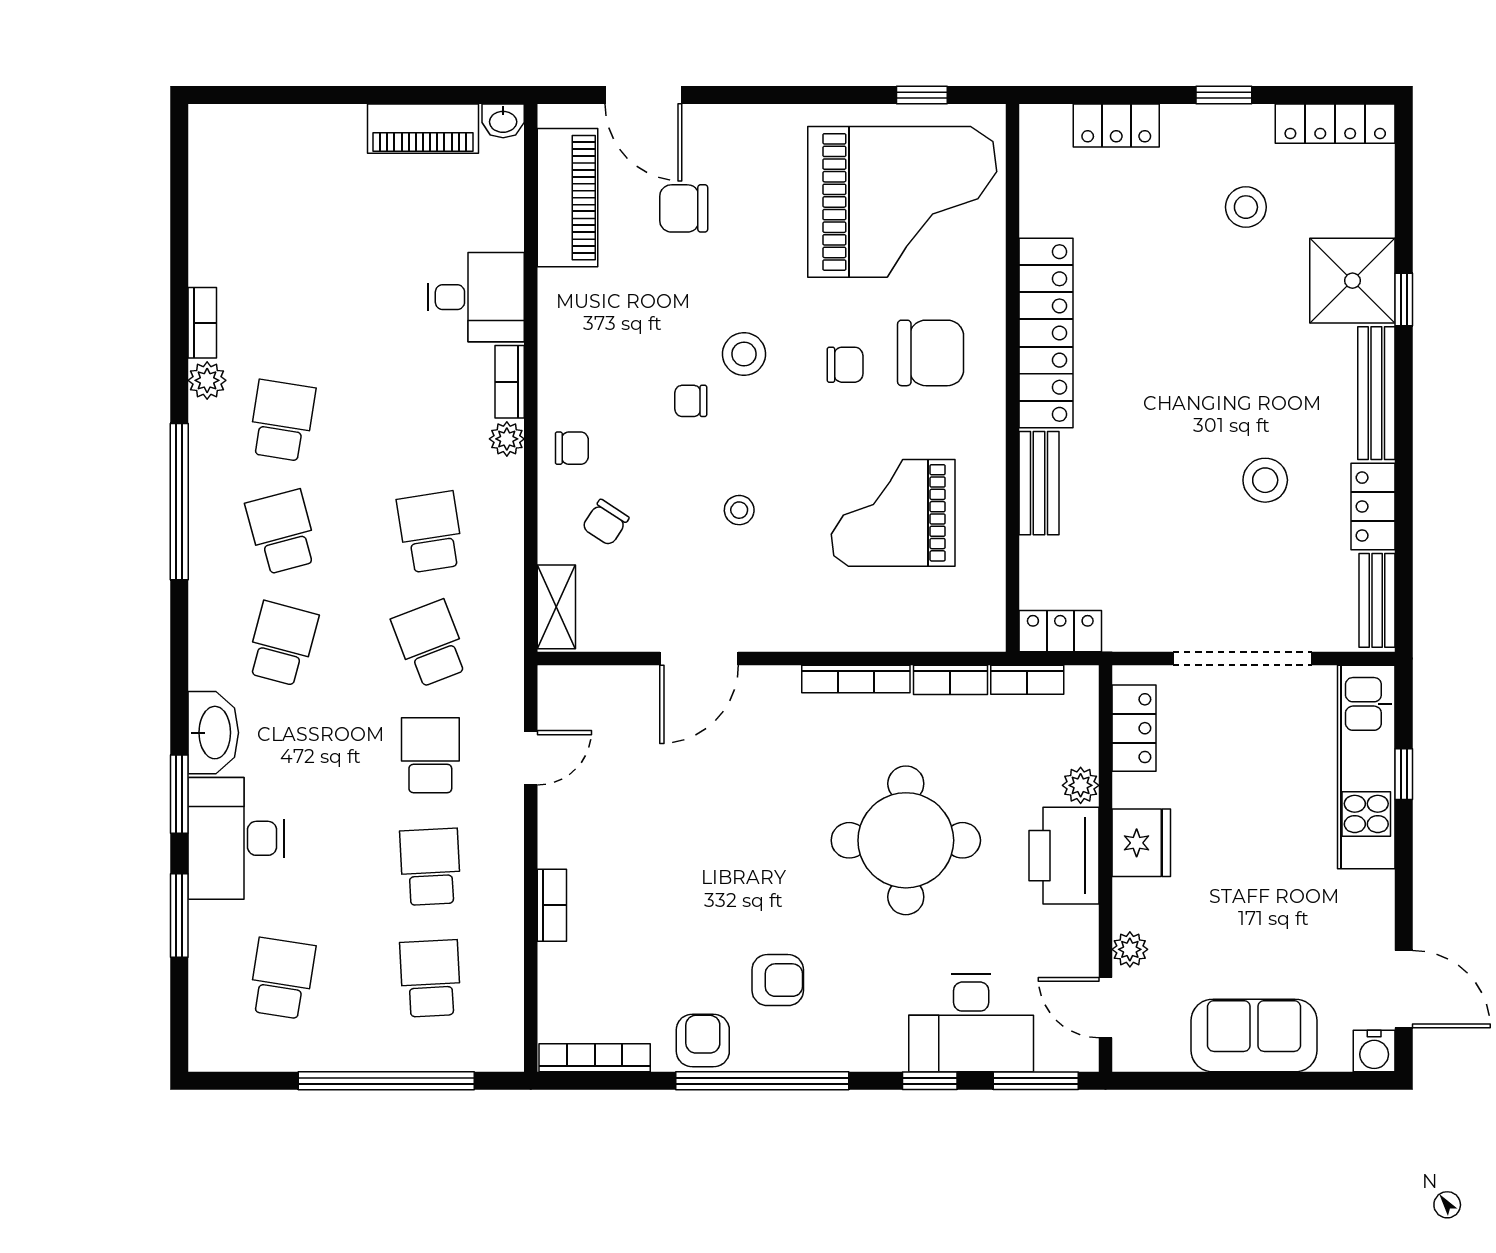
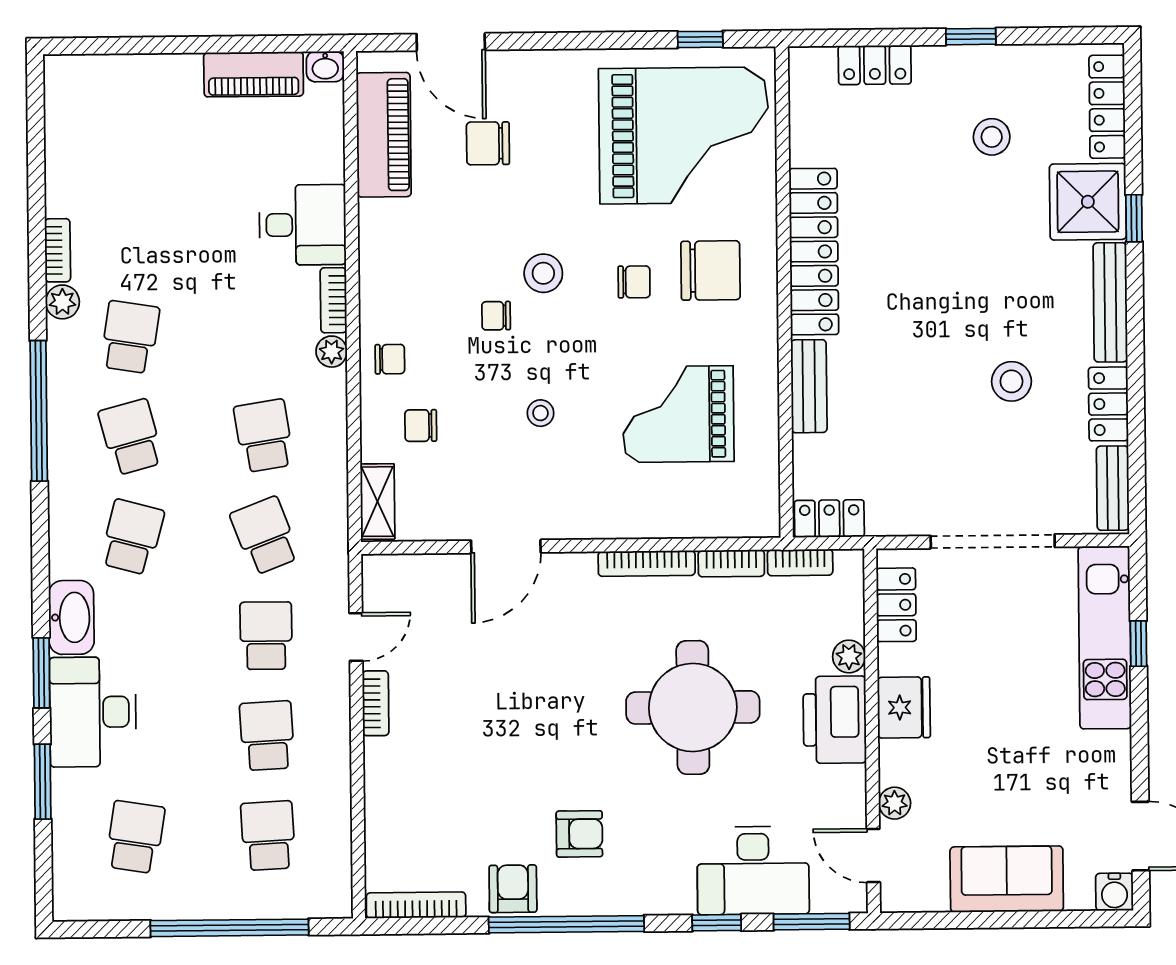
locker: (1335, 124) -> (1107, 107), moved, turned 90
chair: (605, 523) -> (421, 426), turned 57
bookcase: (552, 905) -> (376, 703), moved

